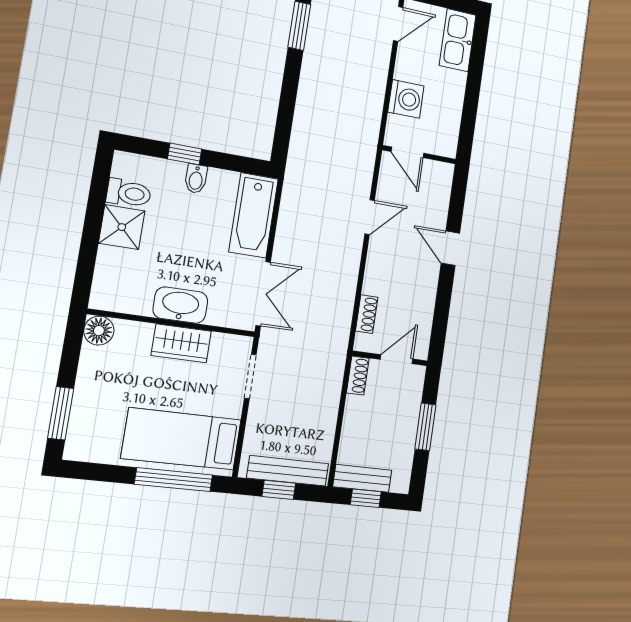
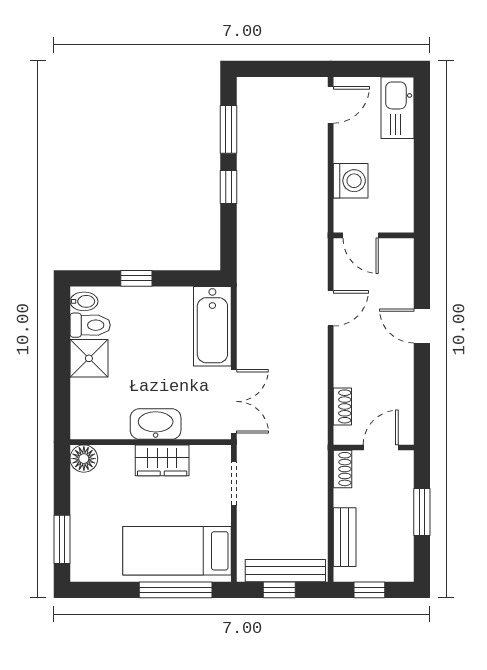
window: (291, 82) -> (229, 187), added
bidet: (196, 179) -> (84, 301), moved, turned -90
bench: (362, 478) -> (345, 537), moved, turned 90

